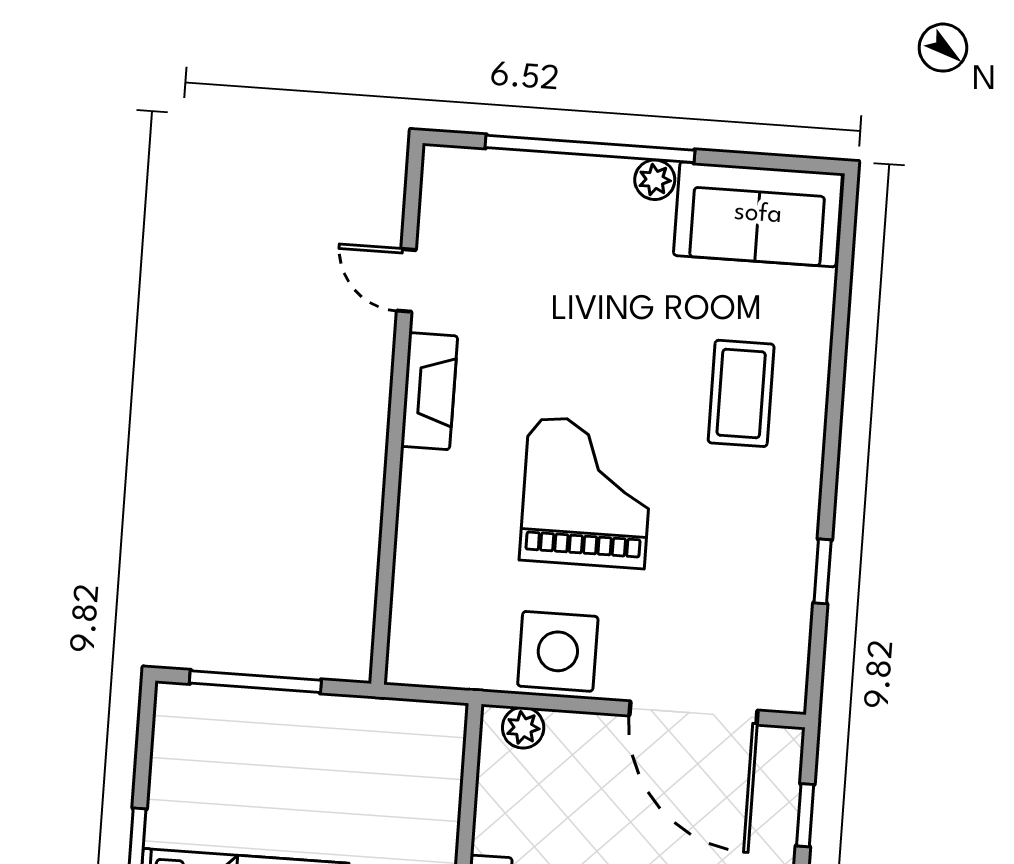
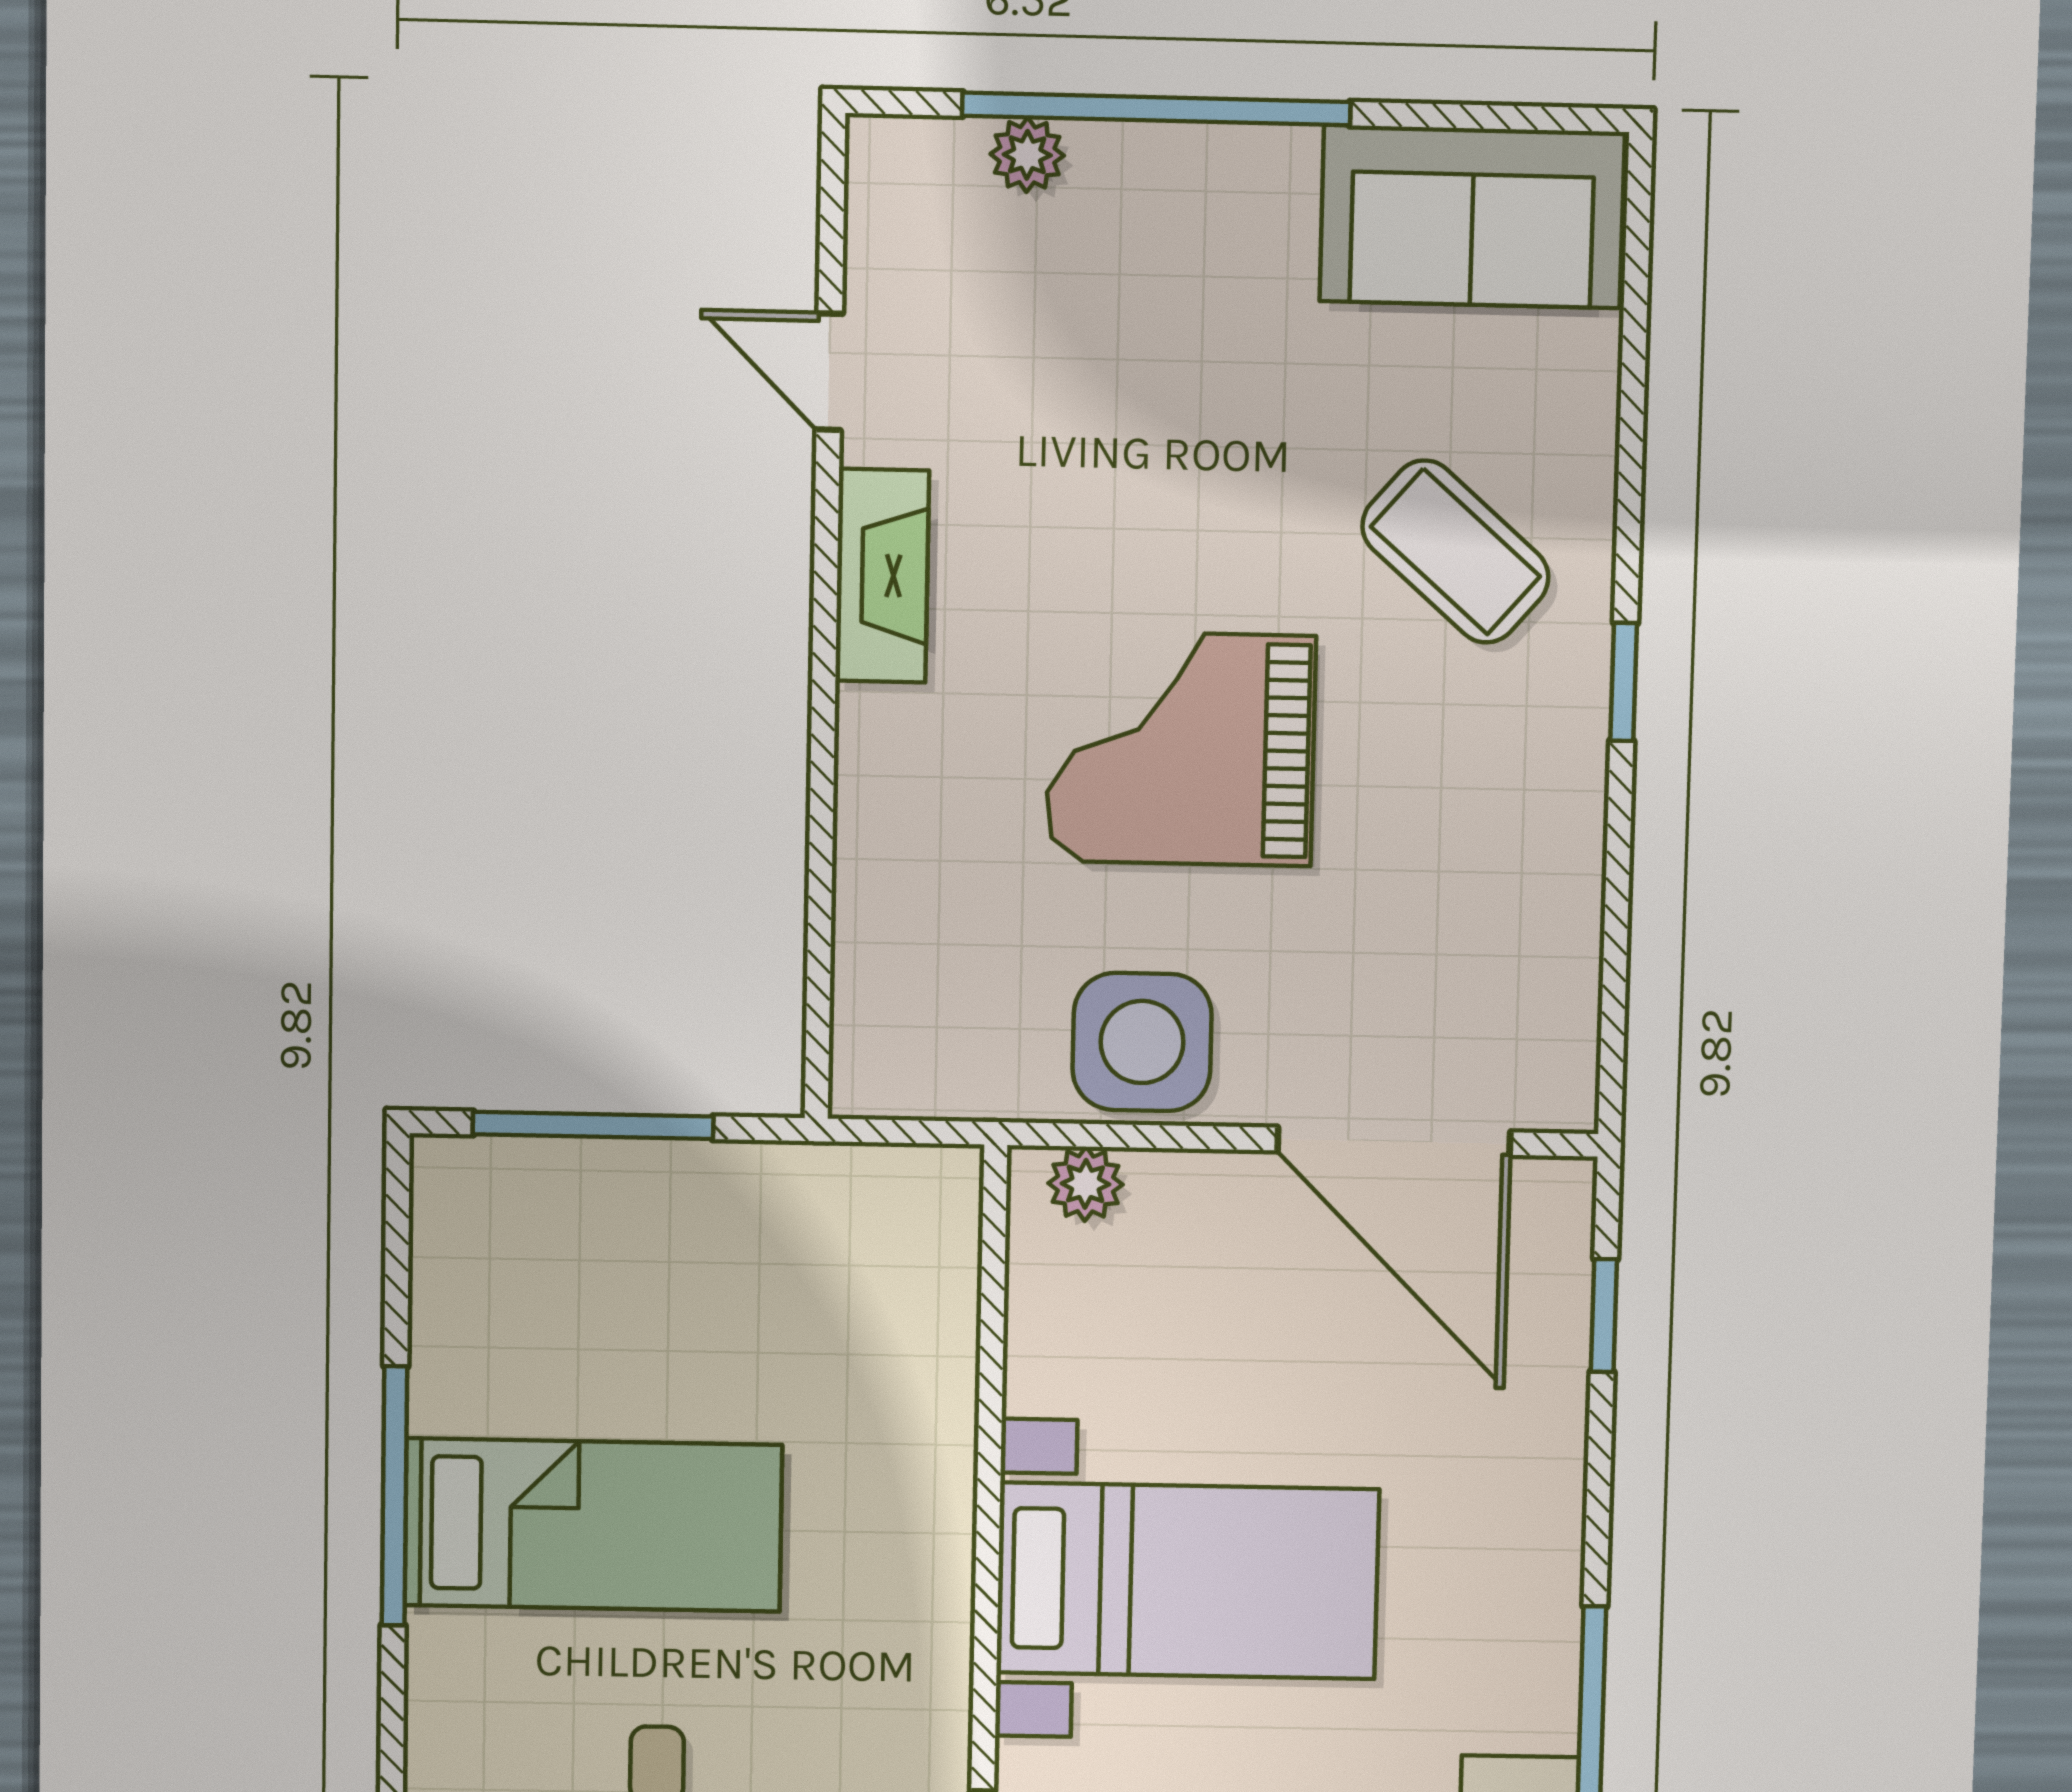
plant: (655, 180) -> (1027, 155), moved
coffee table: (741, 393) -> (1455, 552), turned -49
grand piano: (587, 493) -> (1181, 749), turned -90
window: (823, 571) -> (1624, 682), moved

